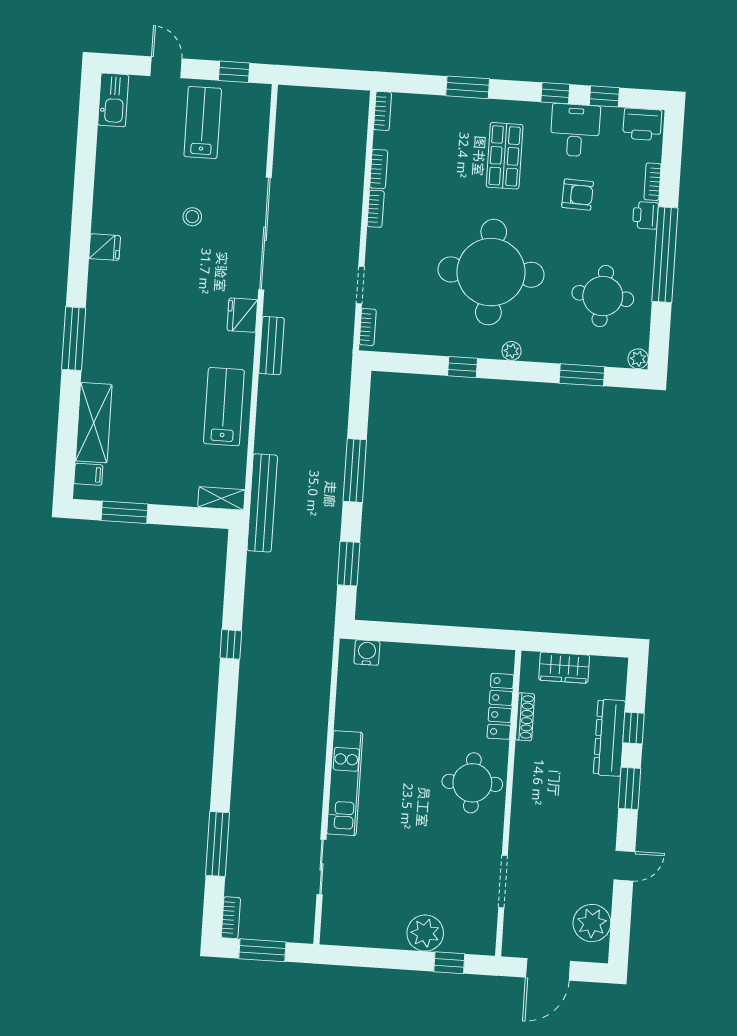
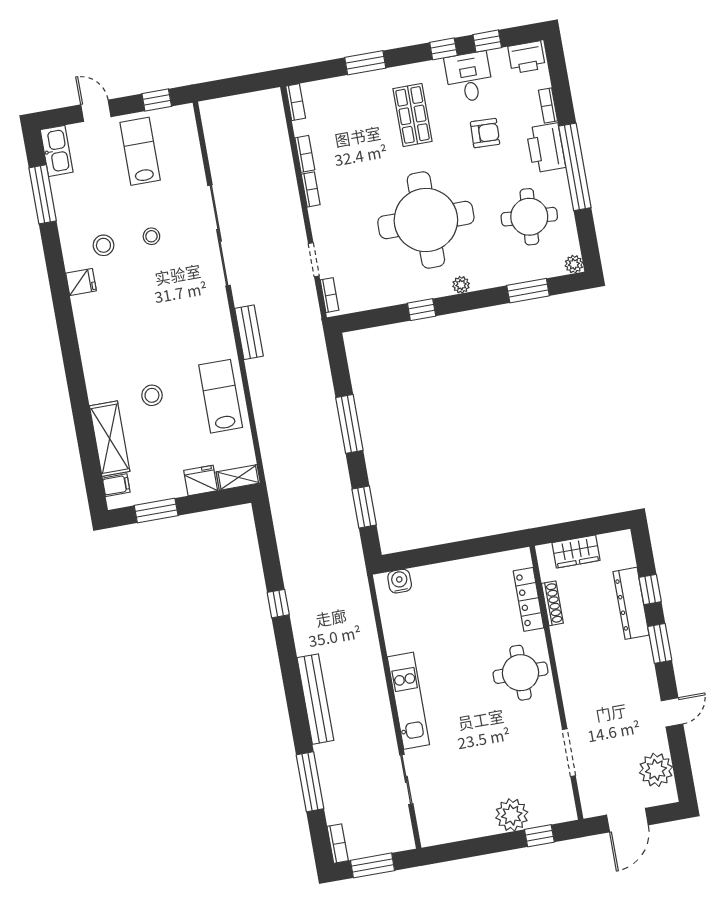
stool: (138, 214) -> (103, 245), added
printer: (645, 215) -> (546, 148), width x1.87, depth x1.48
fridge: (242, 315) -> (201, 481), moved, turned 90
window: (74, 339) -> (43, 194), moved
stool: (151, 387) -> (152, 395), added
bench: (262, 503) -> (315, 699), moved

